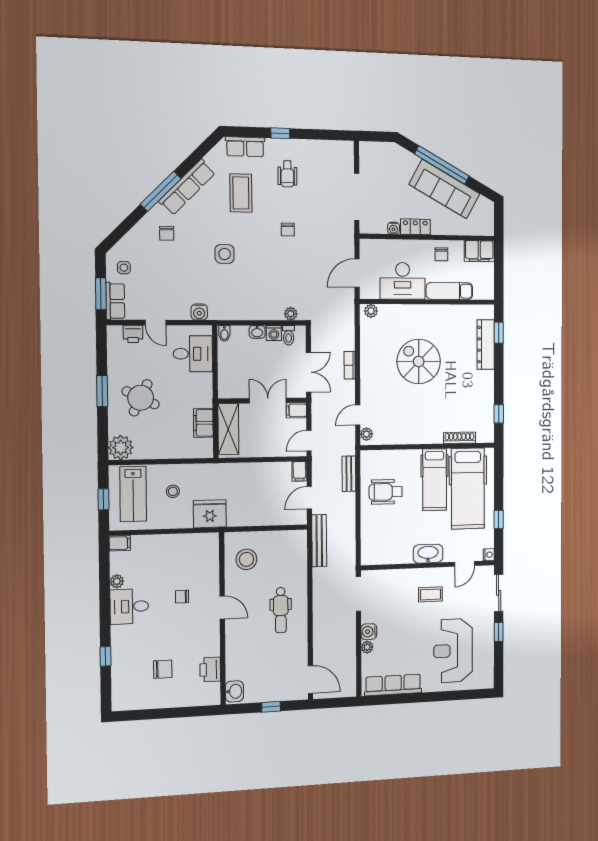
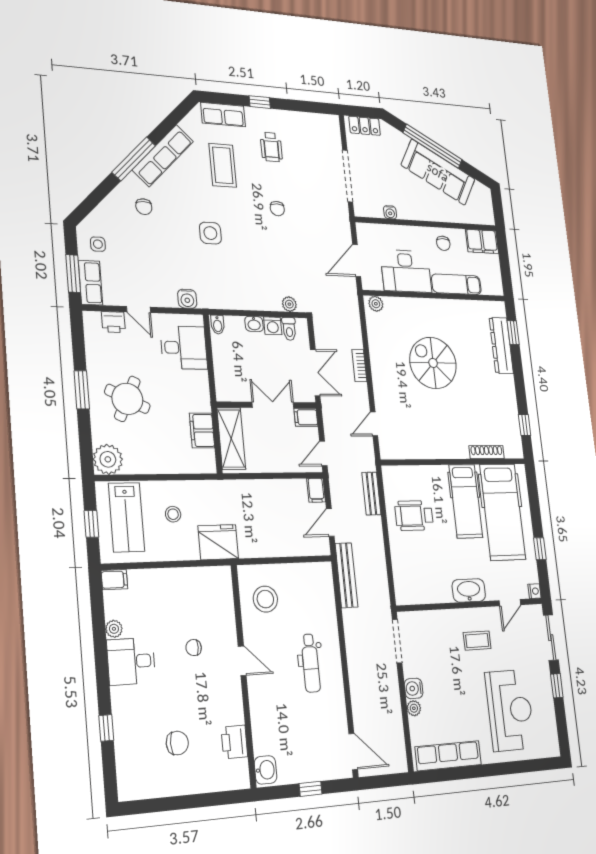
locker: (415, 227) -> (365, 126), moved, turned 180
plant: (366, 434) -> (386, 446), removed
reception desk: (453, 651) -> (510, 710), turned 180

